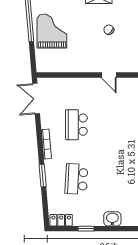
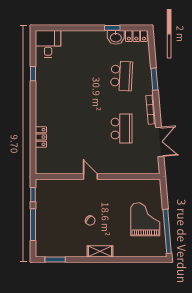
grand piano: (52, 31) -> (145, 219), turned 180
double door: (36, 99) -> (160, 142), moved
washbasin: (112, 219) -> (116, 37), moved

